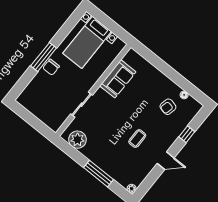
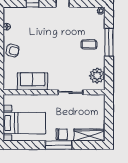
wardrobe: (31, 91) -> (89, 135), added
armchair: (168, 107) -> (13, 50), moved
coffee table: (137, 139) -> (89, 44), moved

